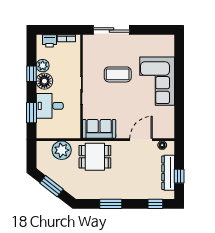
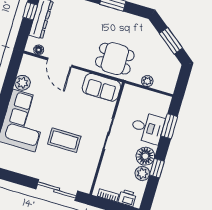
plant: (168, 113) -> (23, 83), added
door: (141, 140) -> (60, 63), hinge flipped
plant: (62, 150) -> (147, 81), width x0.53, depth x0.53

